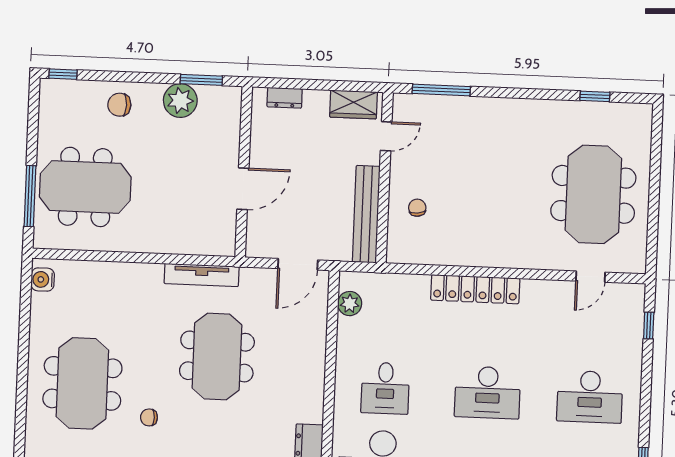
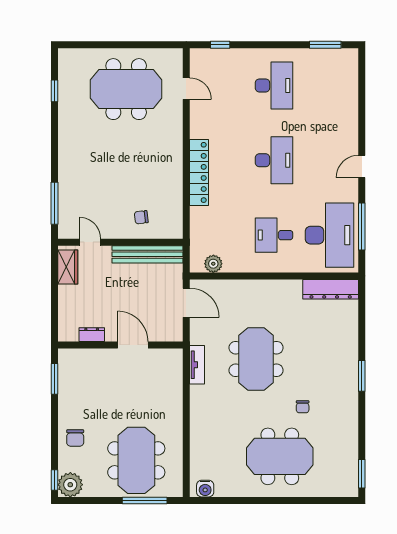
dresser: (285, 98) -> (92, 335), moved, turned -90
plant: (180, 101) -> (70, 485), moved
tv unit: (202, 275) -> (197, 365), width x0.71
meeting table: (217, 356) -> (256, 359), turned 90
desk: (385, 388) -> (274, 235), turned 180

